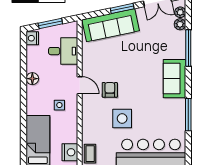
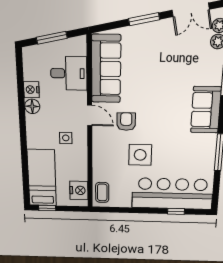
sofa: (111, 25) -> (106, 69), moved, turned -78
nightstand: (32, 38) -> (31, 90), moved

